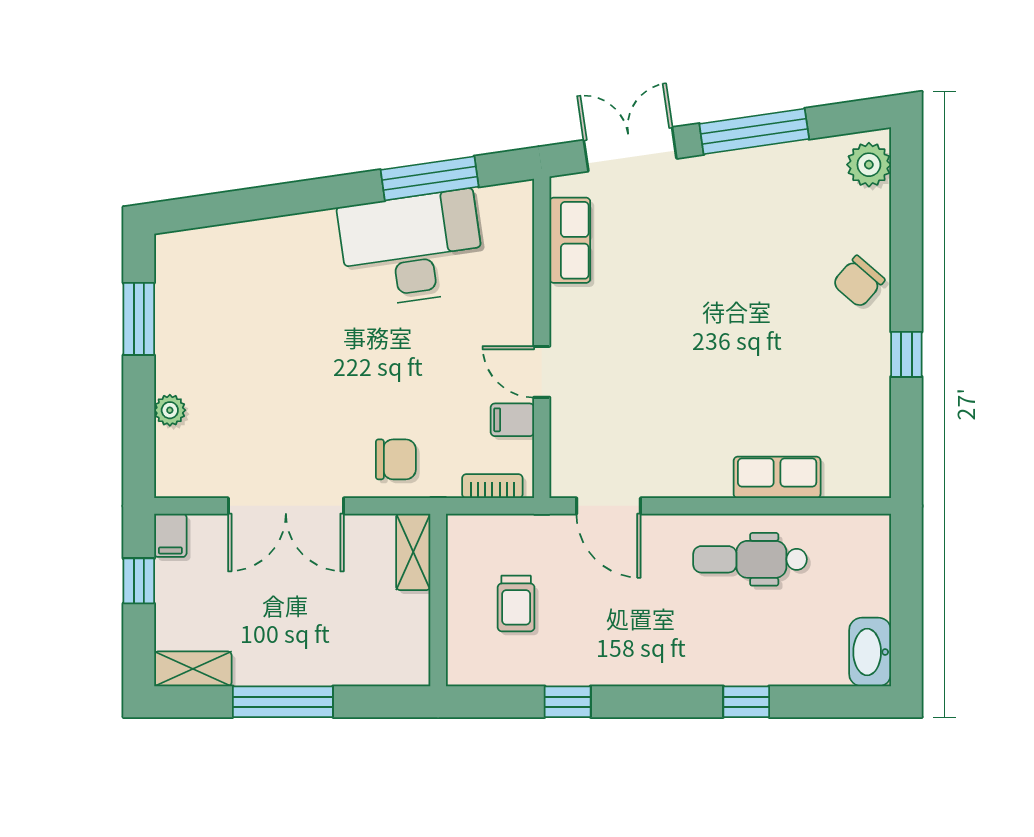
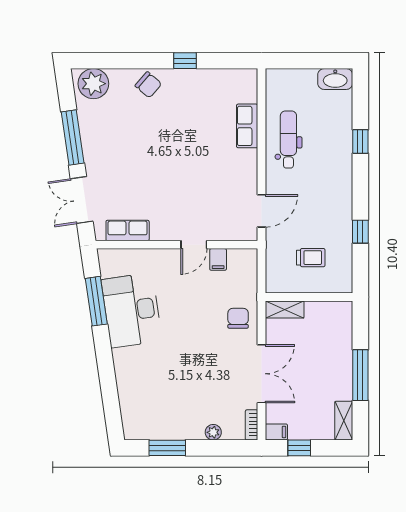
plant: (869, 165) -> (93, 84), width x1.36, depth x1.36
bookcase: (492, 486) -> (252, 425), moved
dental chair: (750, 559) -> (288, 140), turned 180

